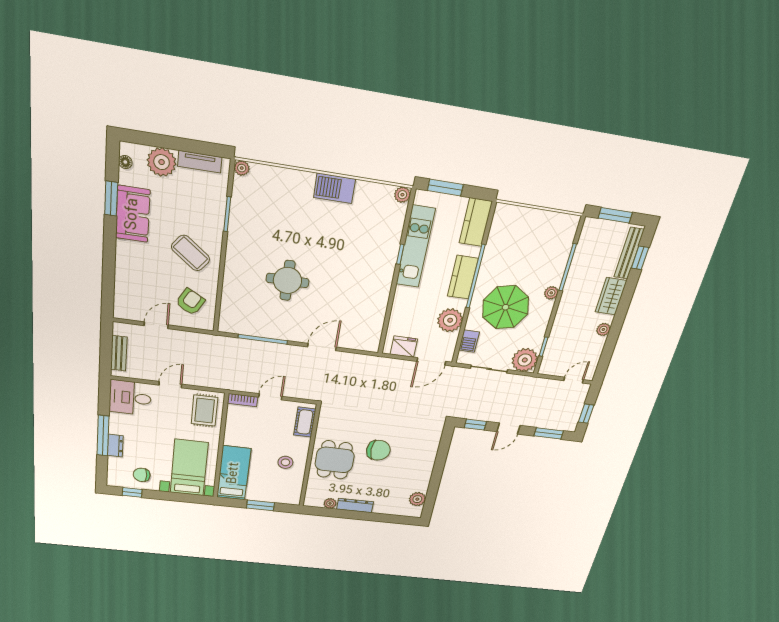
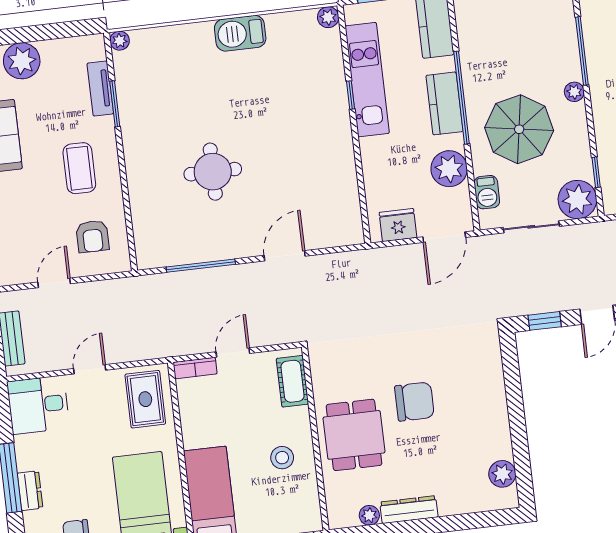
tv unit: (200, 162) -> (100, 88), moved, turned 90
coffee table: (191, 253) -> (79, 168), turned 52
armchair: (190, 302) -> (92, 236), turned 151

